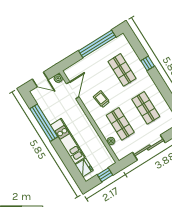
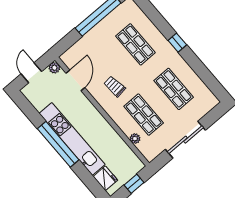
window: (148, 63) -> (177, 43), moved
door: (40, 79) -> (31, 73), swing flipped
window: (44, 123) -> (58, 144), moved
kitchen unit: (68, 141) -> (72, 139), width x1.36

